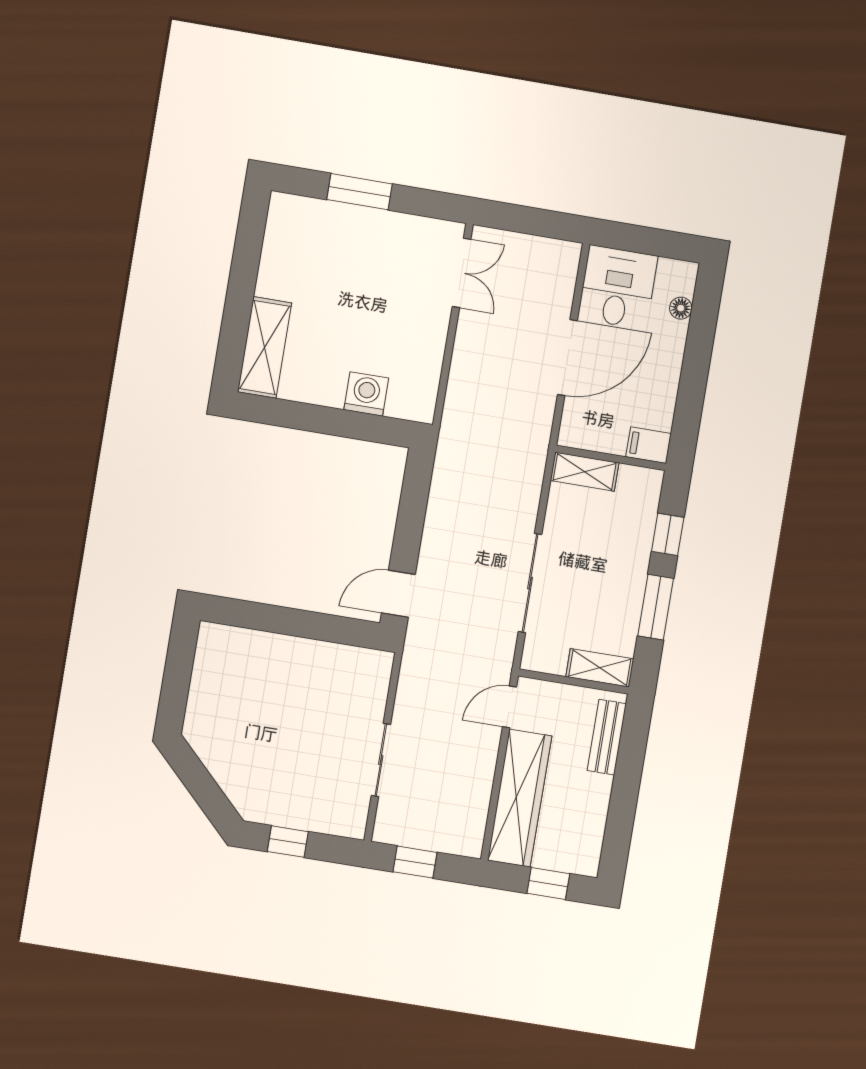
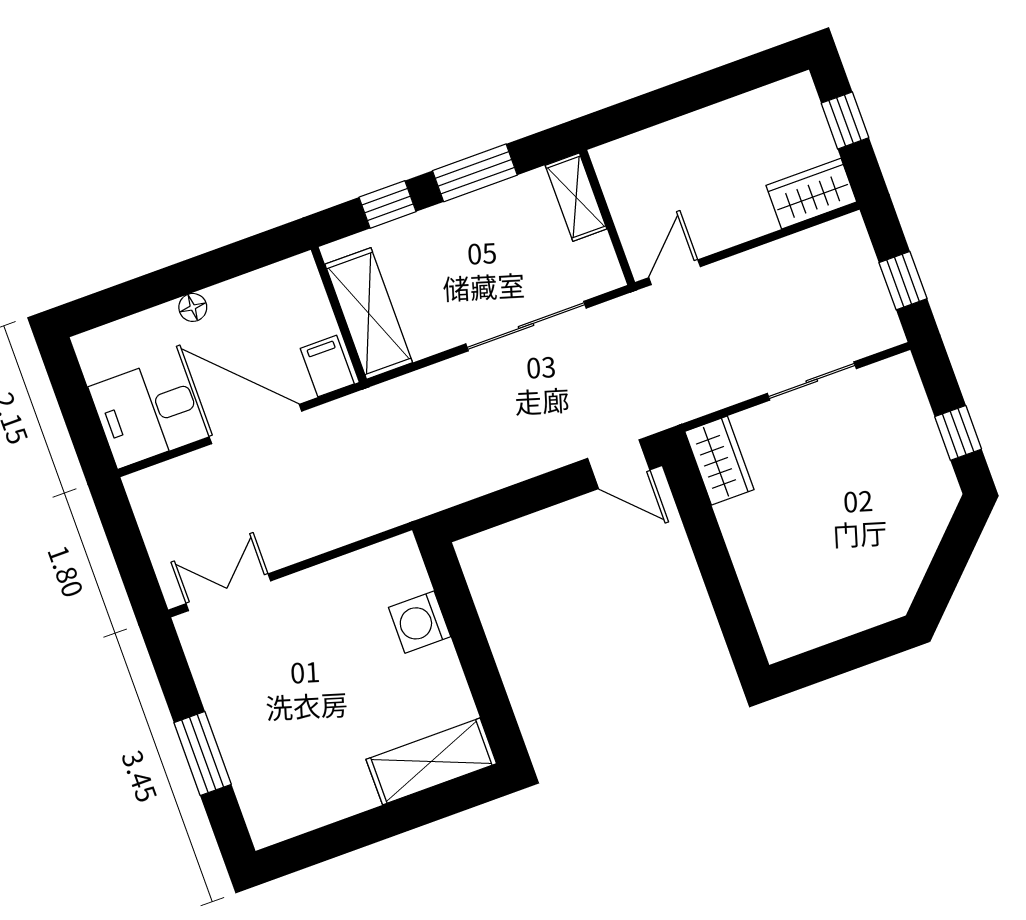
floor lamp: (681, 308) -> (193, 307), moved
filing cabinet: (648, 445) -> (327, 366), moved, turned 180
shelving: (585, 472) -> (369, 313), width x1.50, depth x1.33
wardrobe: (362, 665) -> (719, 461), added
door: (510, 707) -> (675, 272), swing flipped
bench: (607, 737) -> (648, 146), removed
wardrobe: (520, 798) -> (811, 194), width x0.48, depth x0.85

